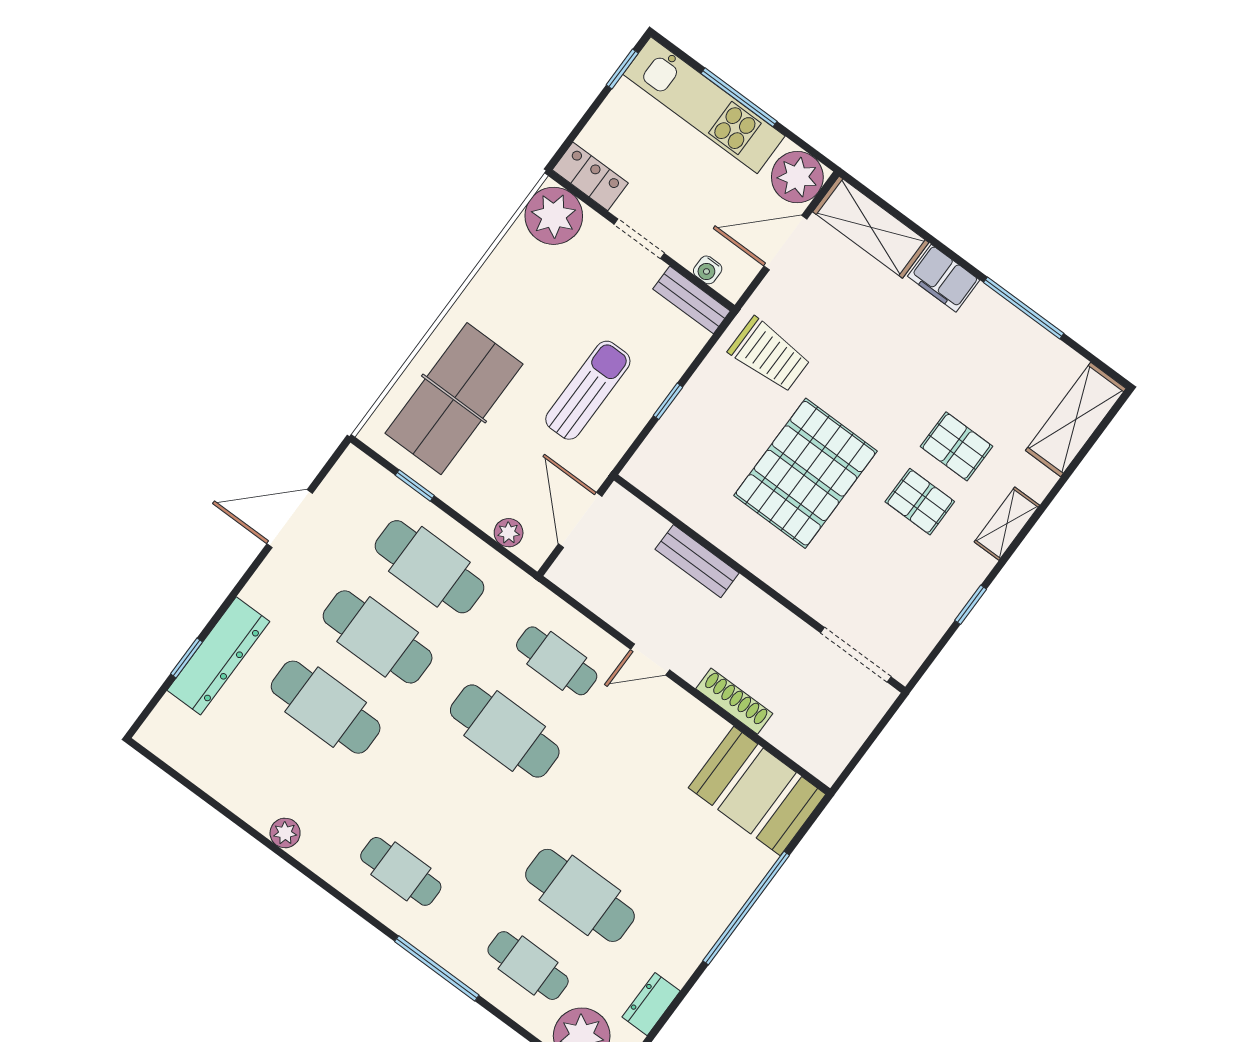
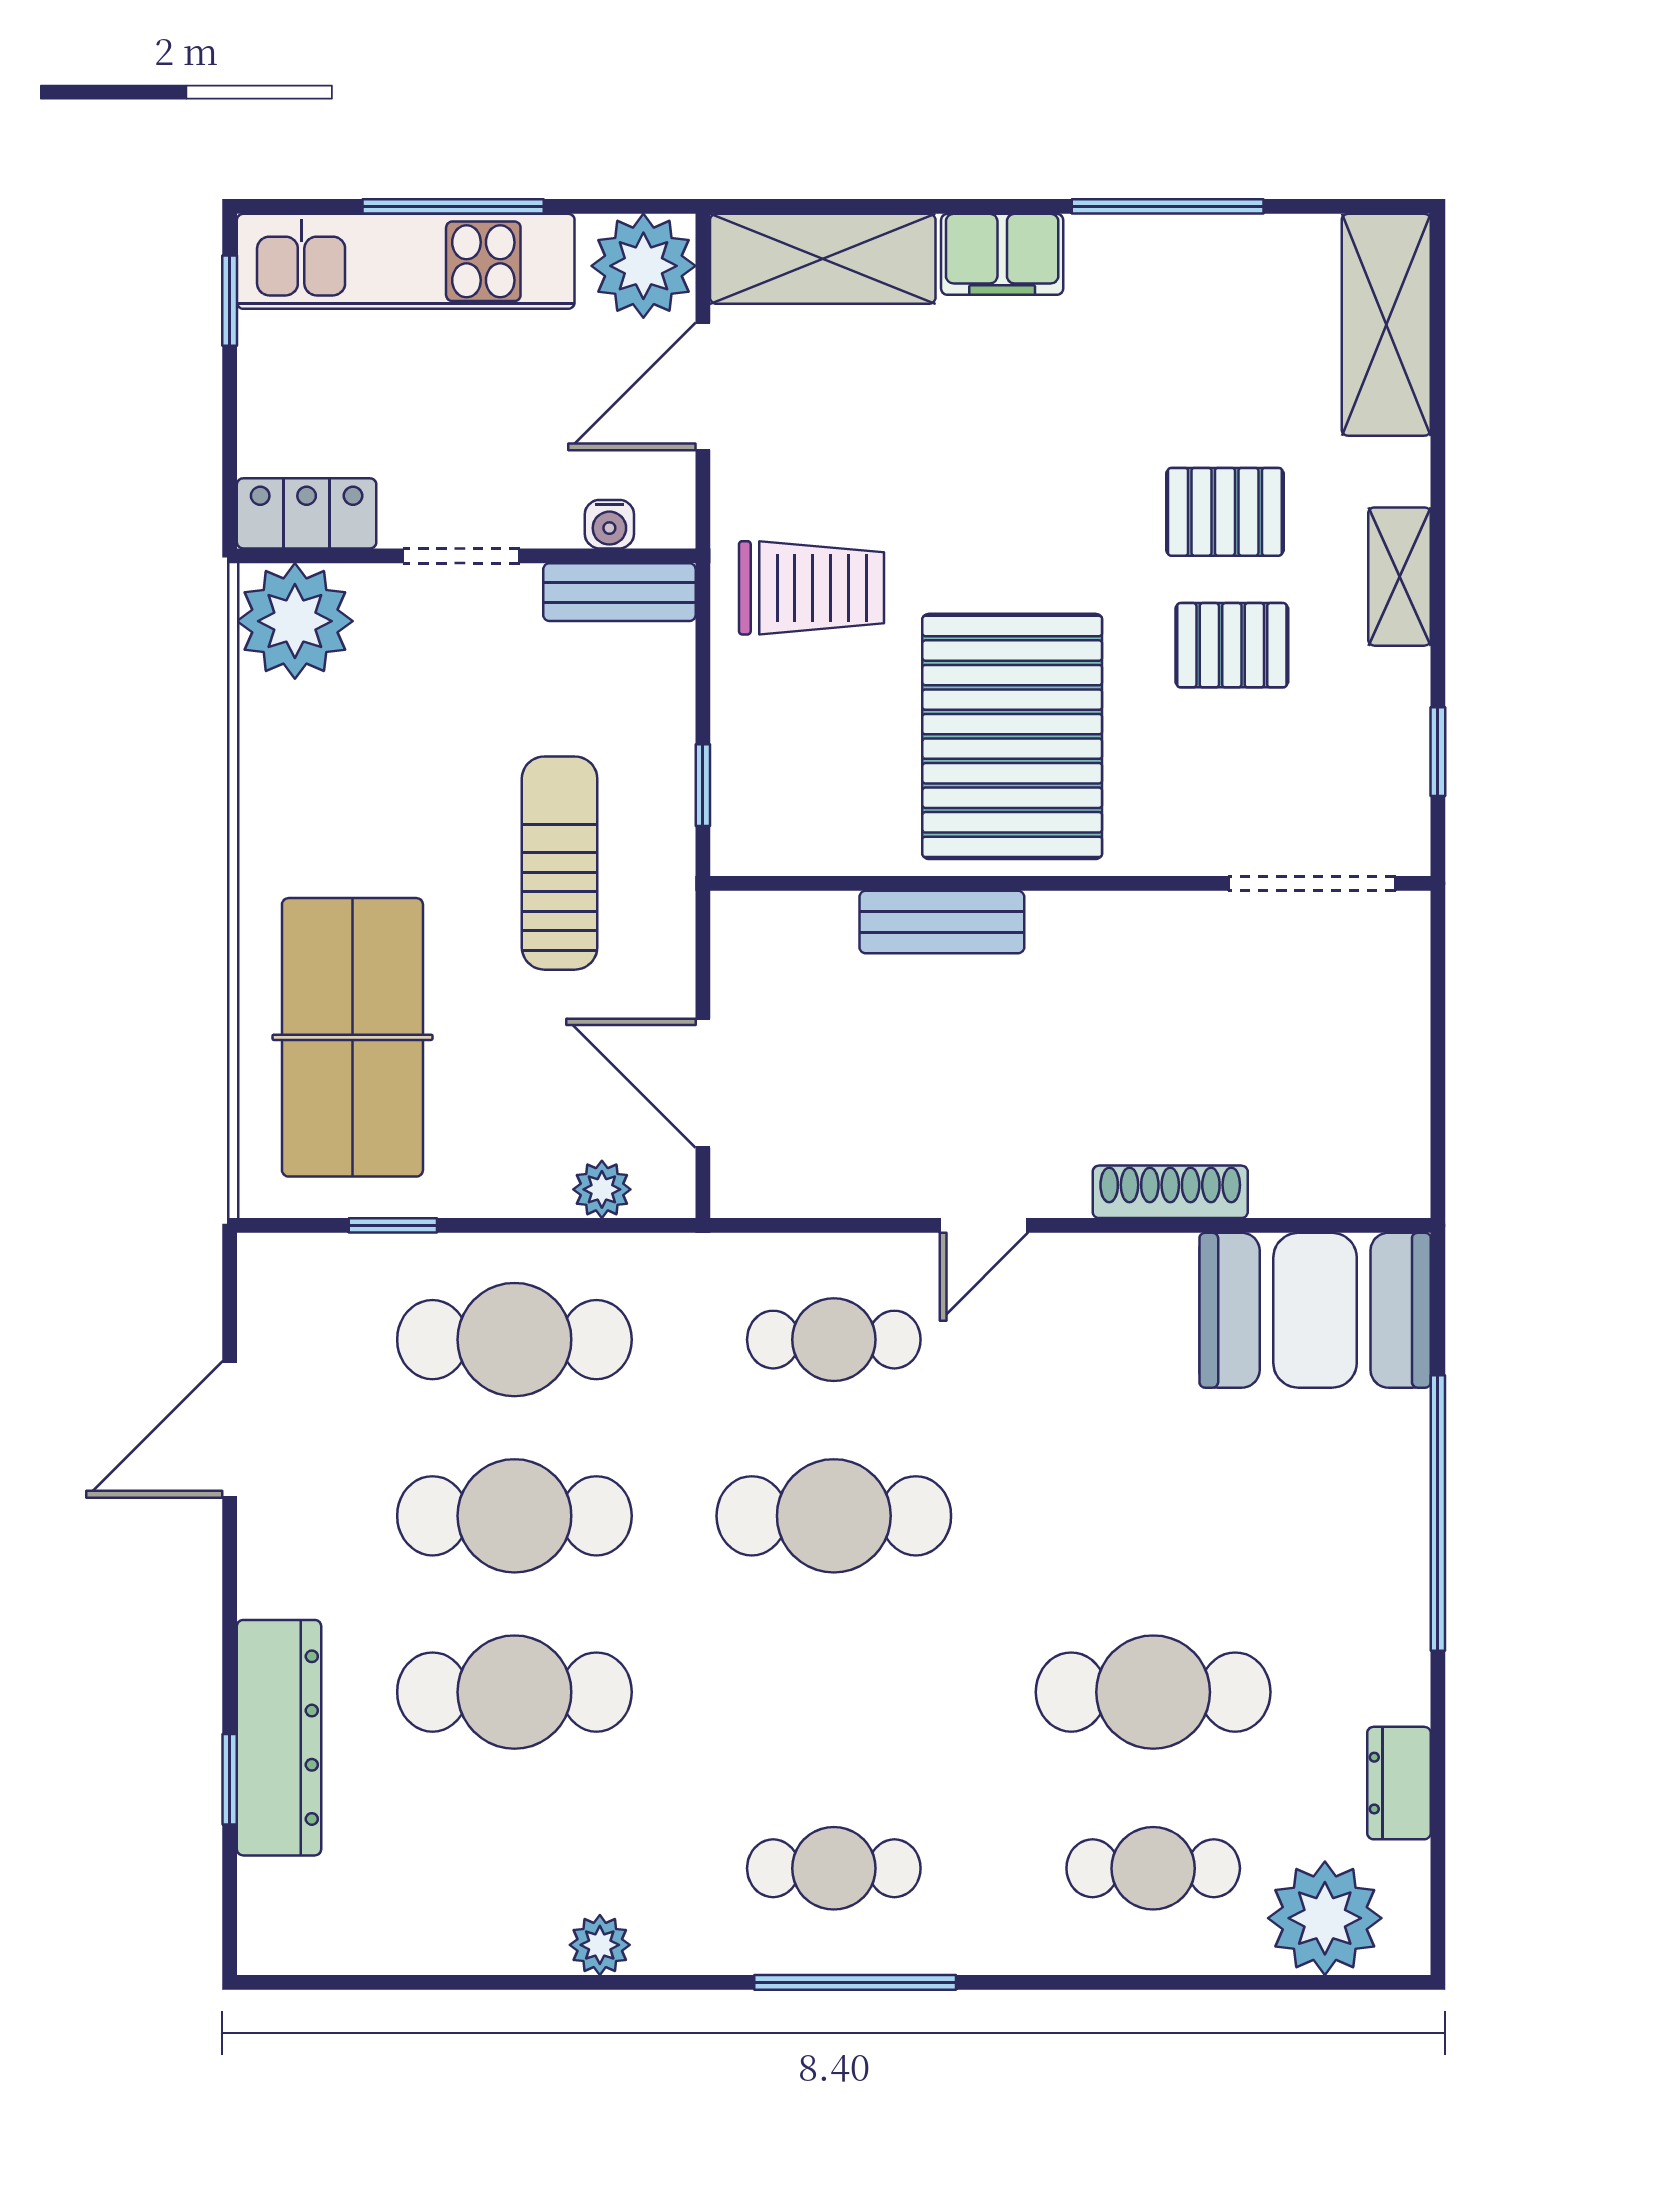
bench: (697, 561) -> (942, 922), moved
wall: (760, 584) -> (1070, 883), moved
doorway: (856, 655) -> (1312, 883), moved
window: (437, 968) -> (855, 1982), moved

